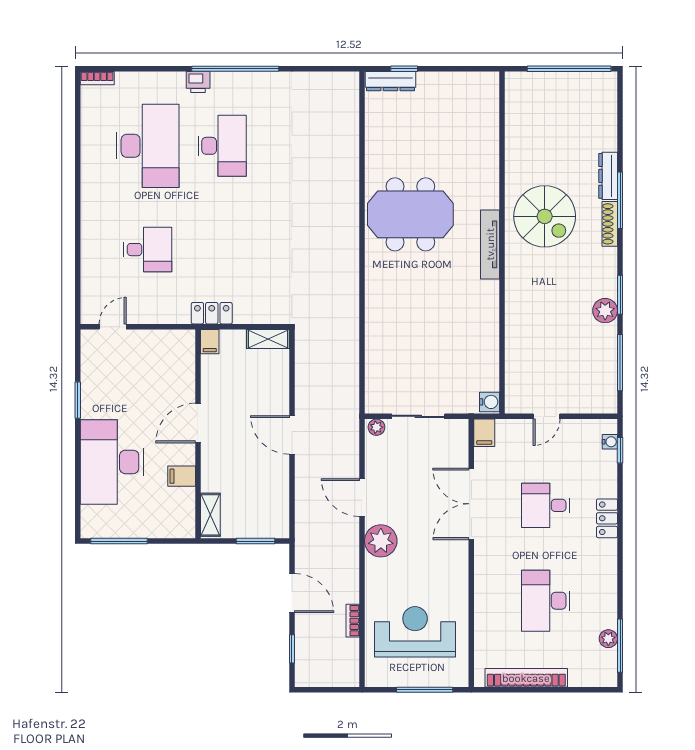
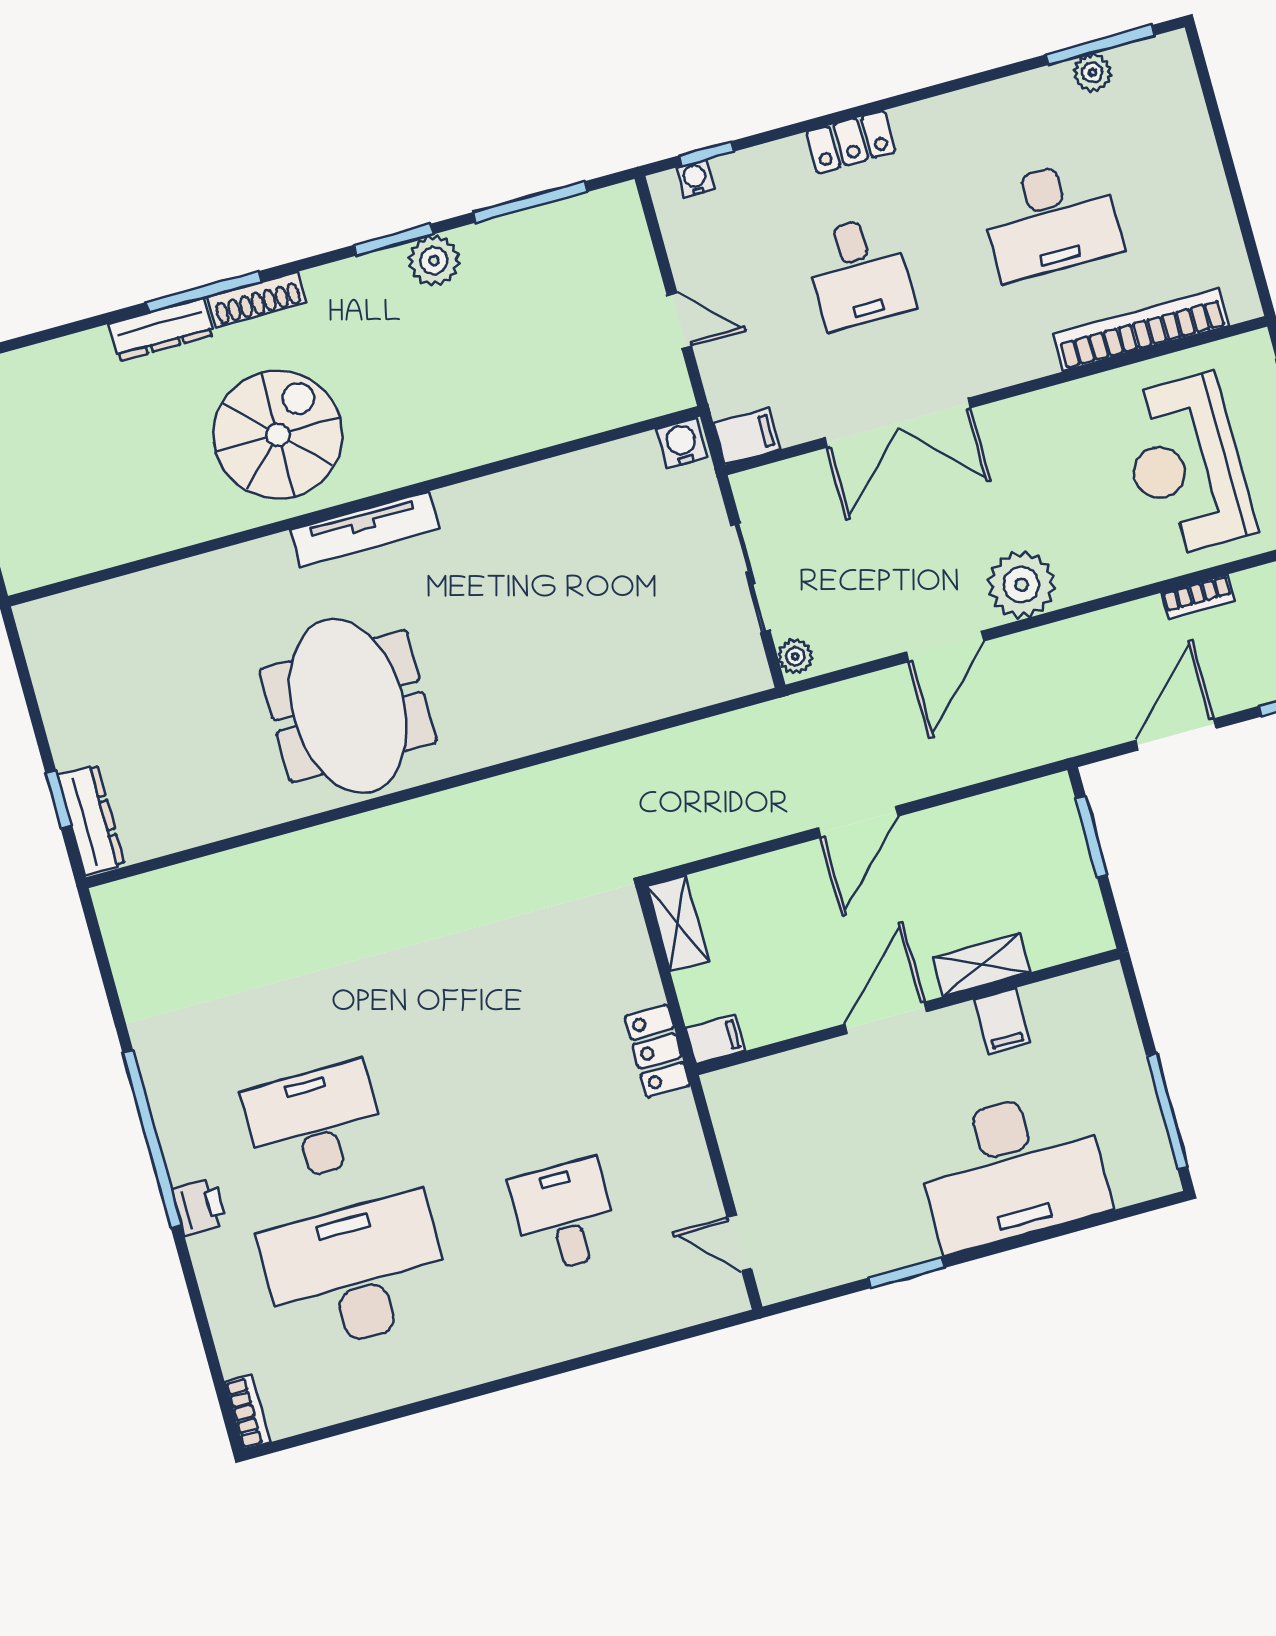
door: (198, 423) -> (886, 1018), swing flipped
shelving: (210, 515) -> (982, 965), moved
bookcase: (526, 678) -> (1141, 330), moved, turned 90

